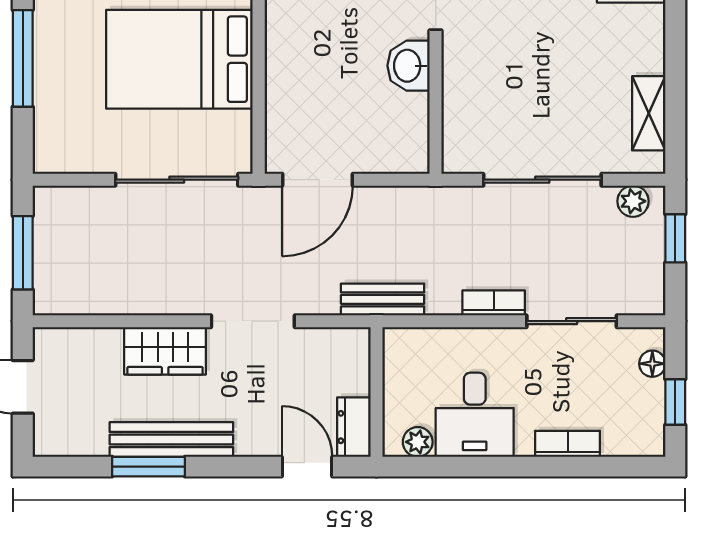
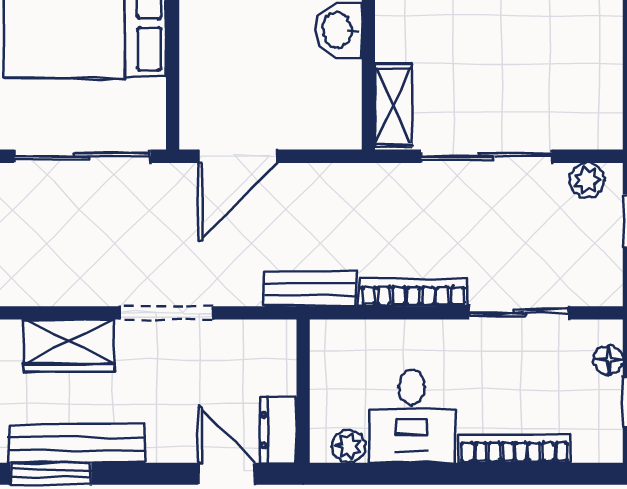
shelving: (649, 113) -> (393, 105), moved
bookcase: (494, 303) -> (413, 292), width x1.56
bookcase: (568, 444) -> (514, 448), width x1.56

